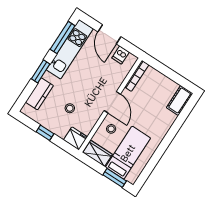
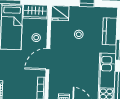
door: (112, 102) -> (48, 59), hinge flipped

